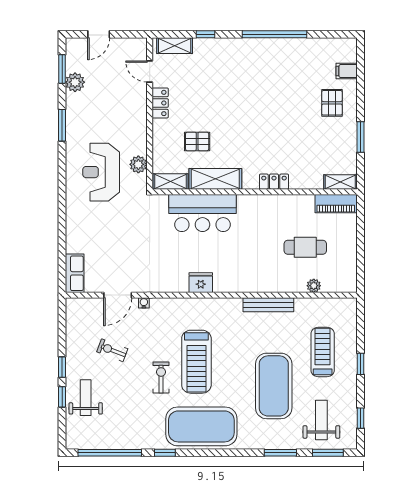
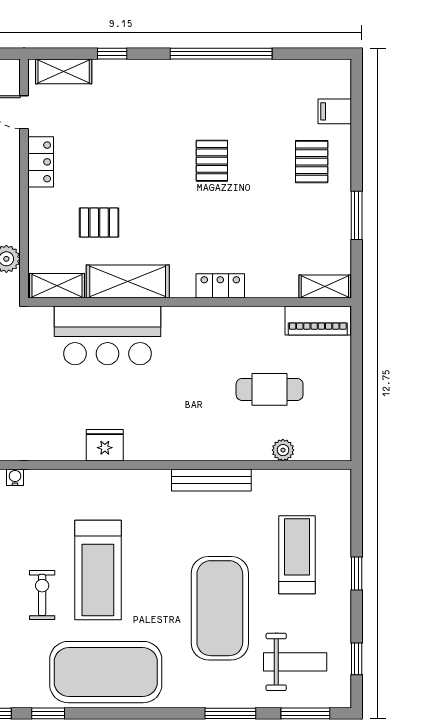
pallet: (269, 102) -> (212, 161), added
weight bench: (321, 420) -> (295, 662), turned 90

